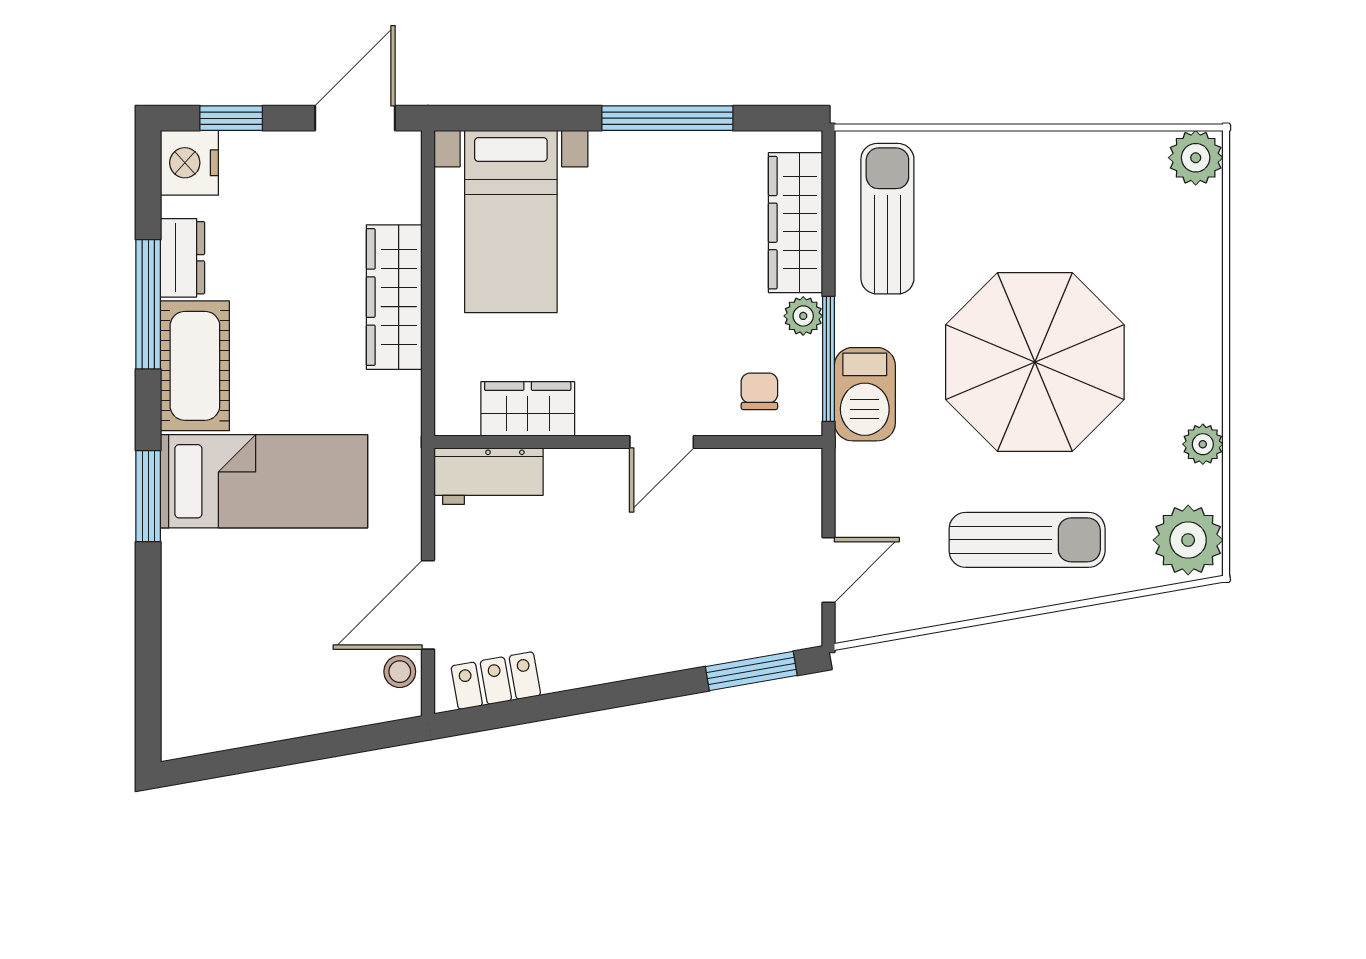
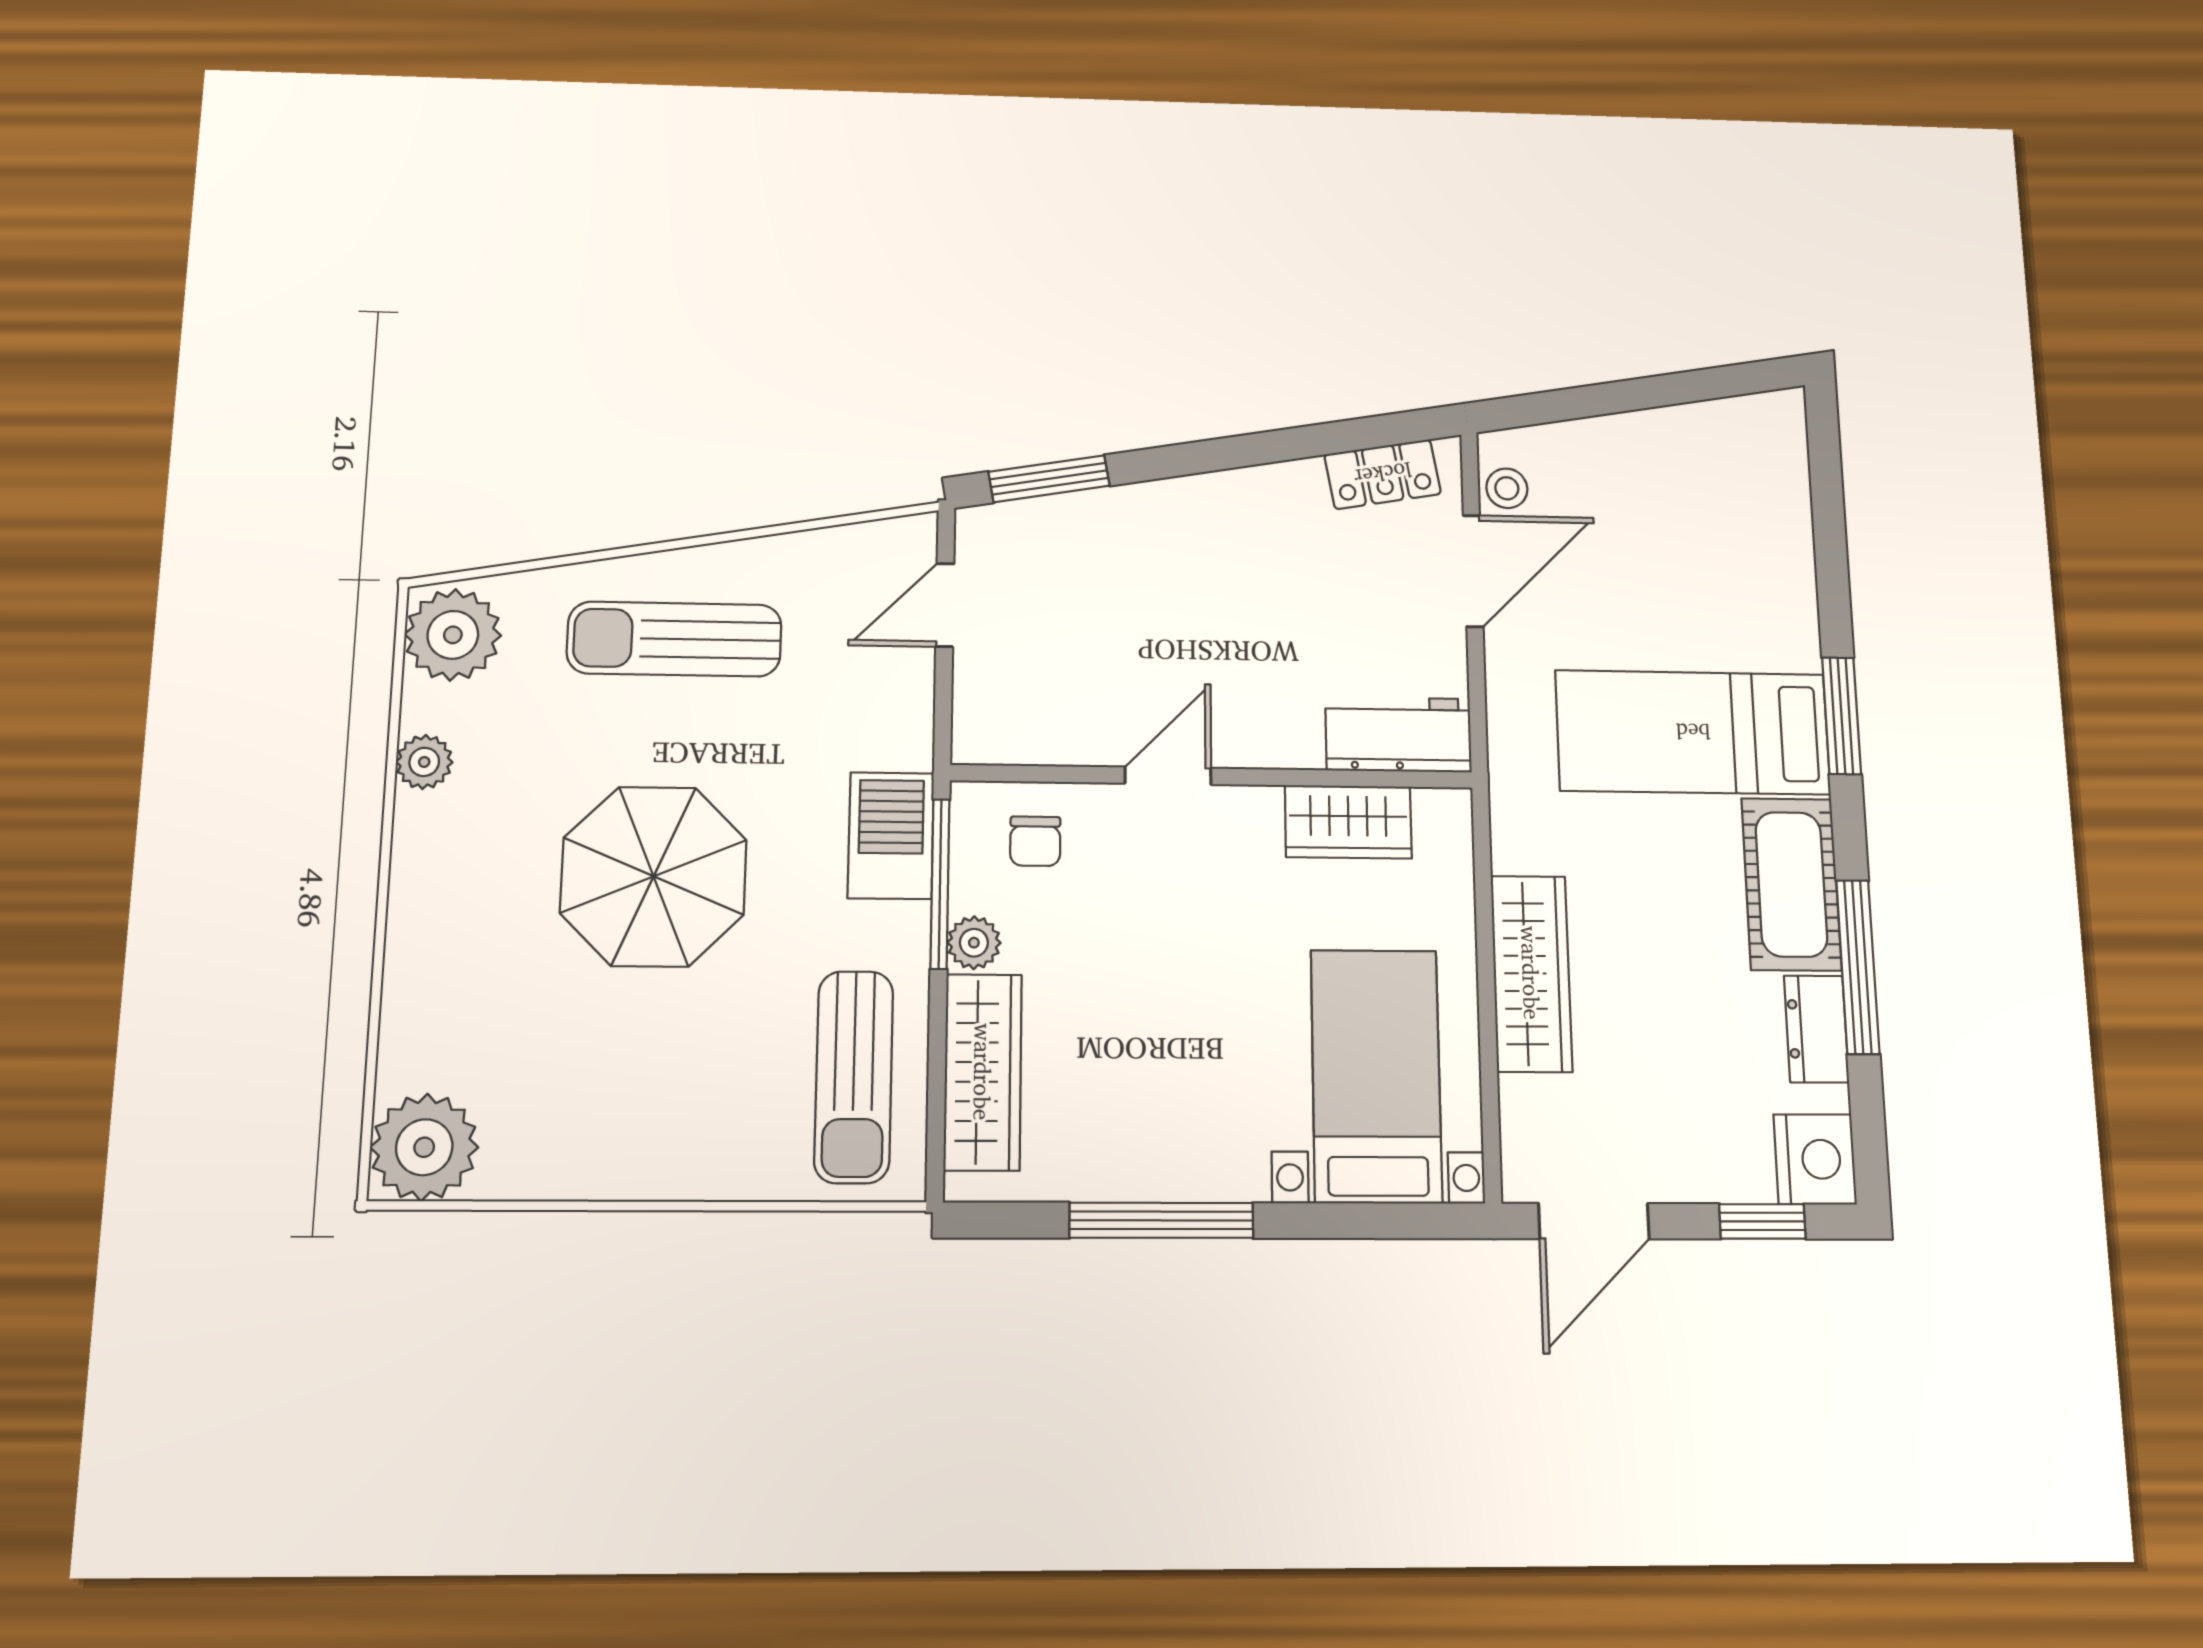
plant: (1196, 158) -> (424, 1147), width x1.36, depth x1.36
parasol: (1035, 362) -> (654, 876), width x0.73, depth x0.73

